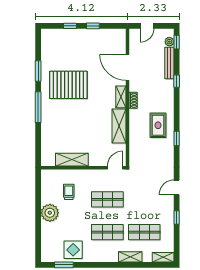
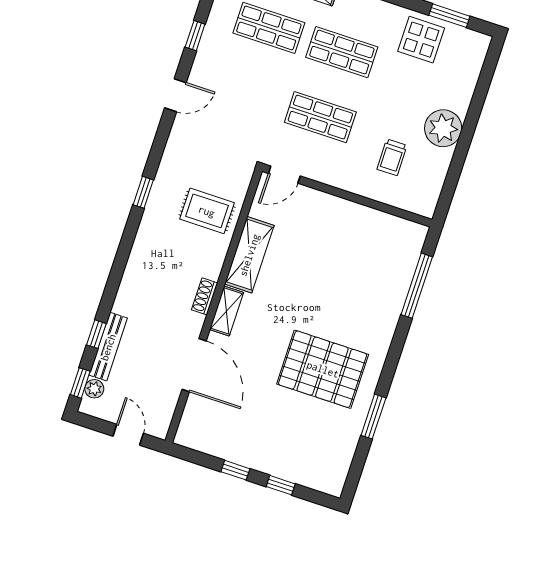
door: (147, 26) -> (128, 435), hinge flipped
window: (177, 81) -> (96, 334), moved
window: (38, 107) -> (417, 286), moved
rug: (158, 125) -> (207, 211), moved, turned 90
shelving: (72, 160) -> (365, 219), removed

